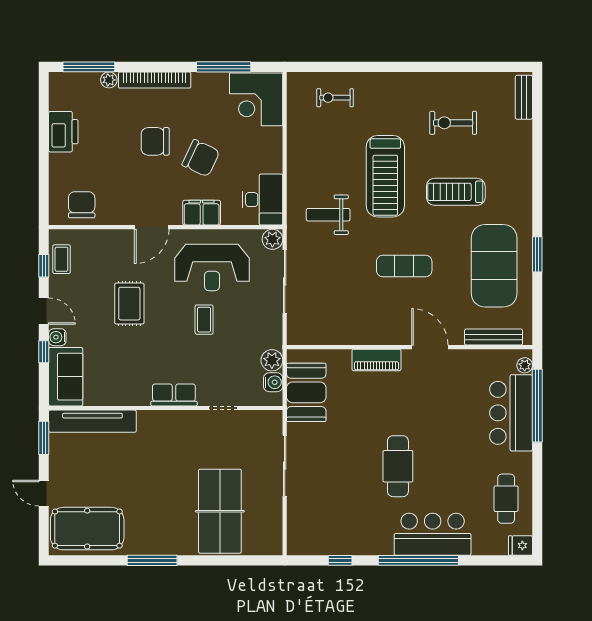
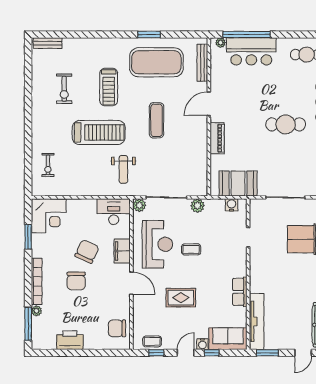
window: (224, 67) -> (28, 237), width x0.69
plant: (272, 360) -> (197, 206), moved
row of seats: (174, 395) -> (240, 292), moved

